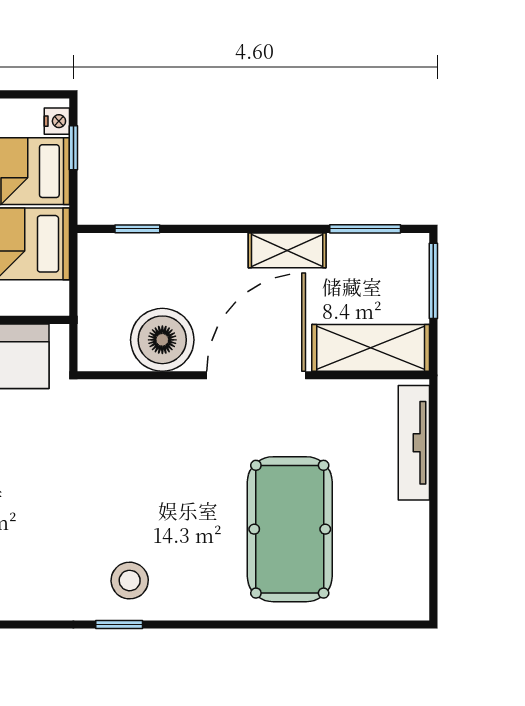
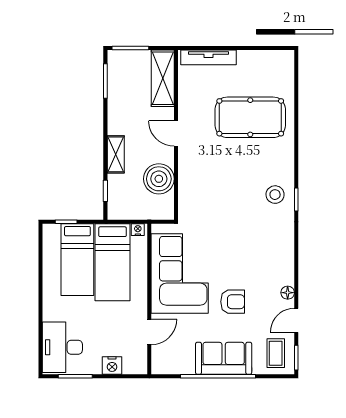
nightstand: (57, 121) -> (138, 230), moved
shelving: (287, 250) -> (116, 154), moved
door: (256, 375) -> (176, 133), width x0.53

